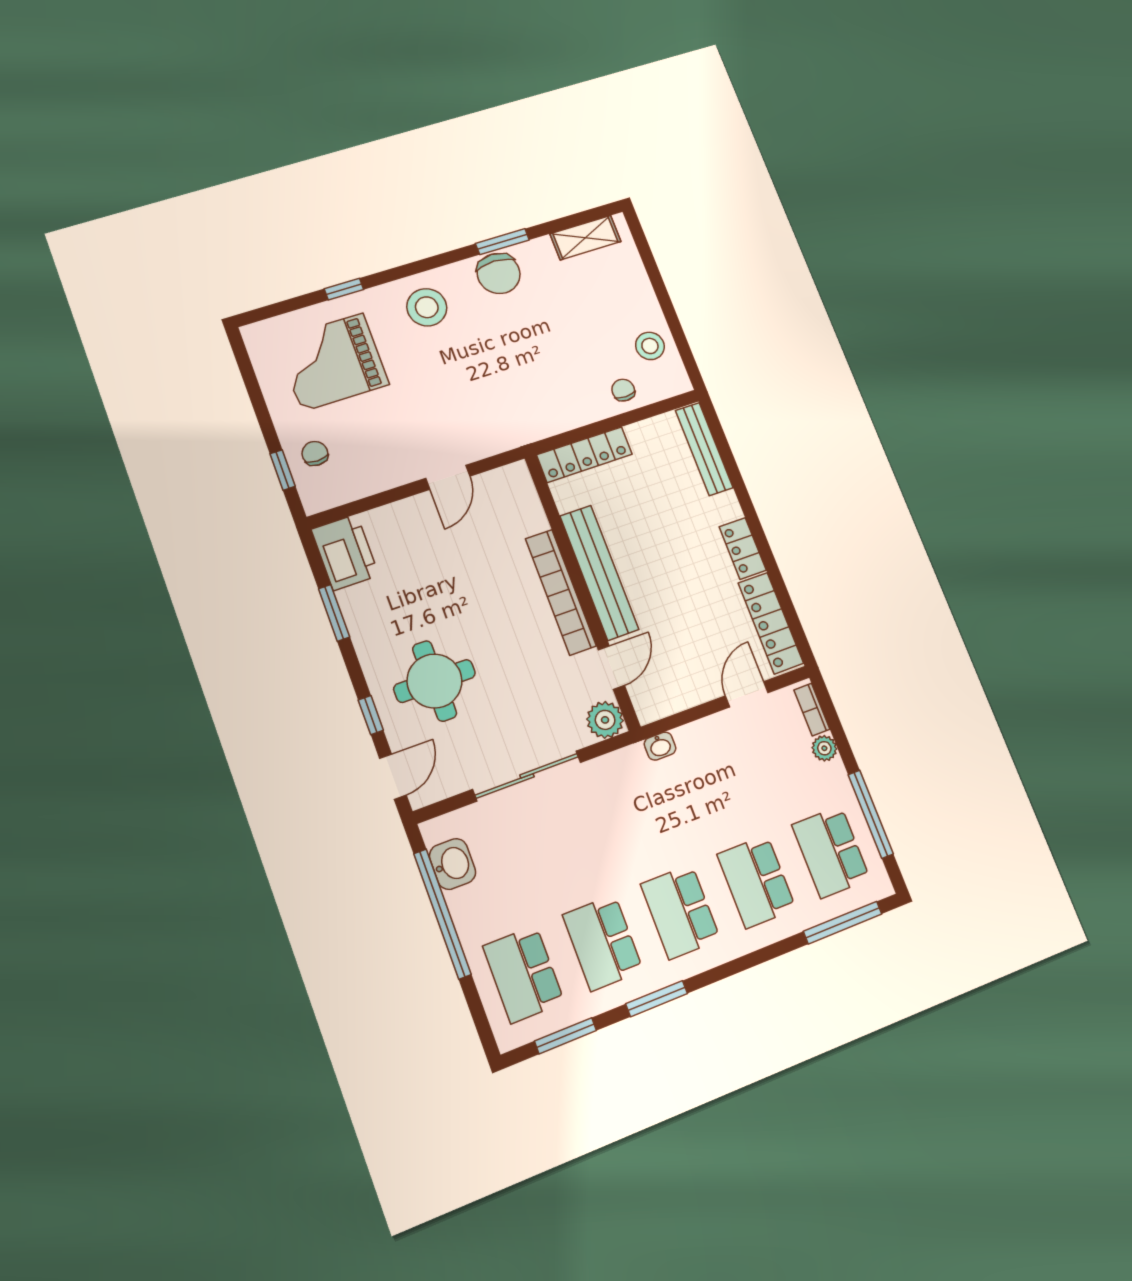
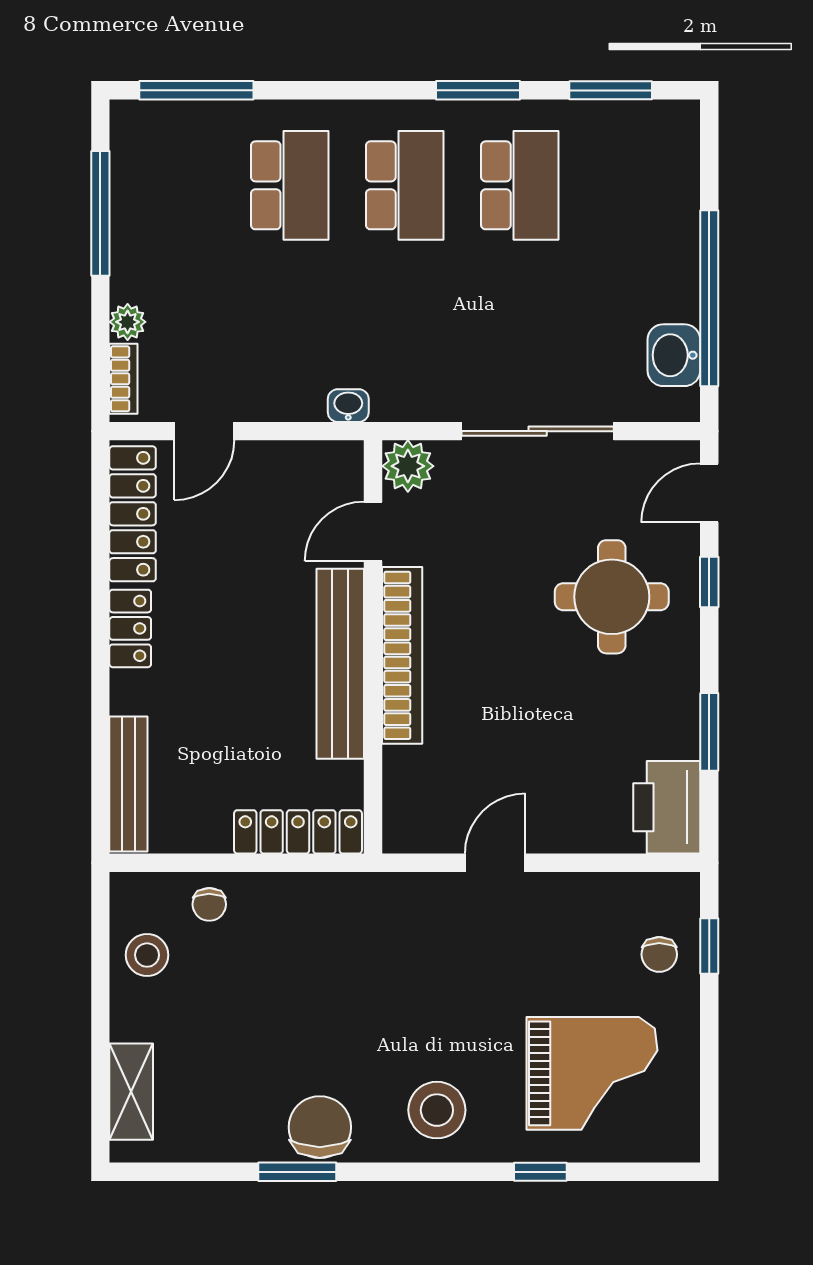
shelving: (586, 238) -> (131, 1092), moved, turned 90
school desk: (831, 852) -> (175, 185), removed
school desk: (524, 974) -> (635, 185), removed

